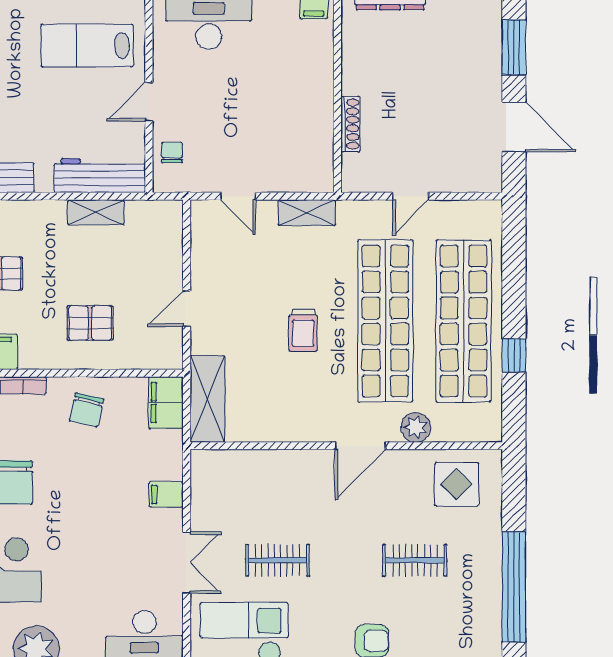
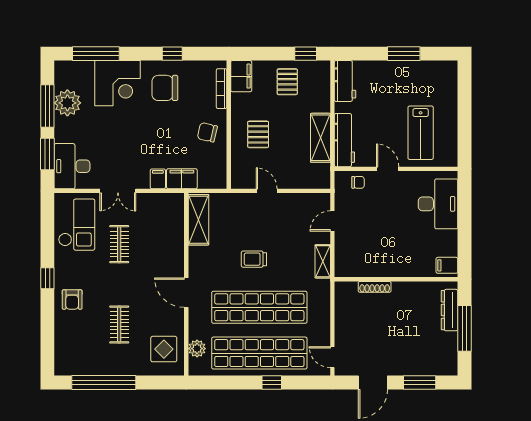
lab bench: (87, 46) -> (421, 133), turned 180
door: (411, 196) -> (332, 357), moved
shelving: (96, 212) -> (320, 138), width x1.50, depth x1.33
window: (514, 355) -> (272, 383), moved
shelving: (207, 399) -> (198, 220), moved, turned 90
filing cabinet: (166, 403) -> (182, 179), moved
plant: (416, 427) -> (197, 349), moved

